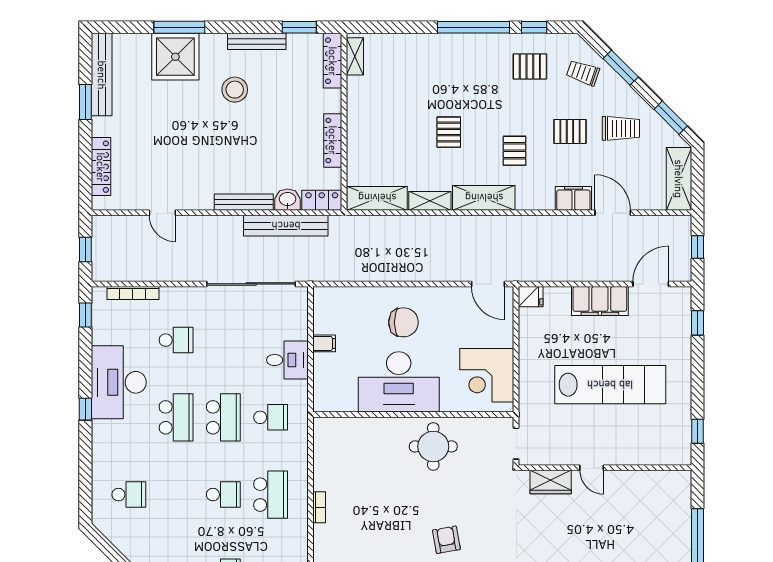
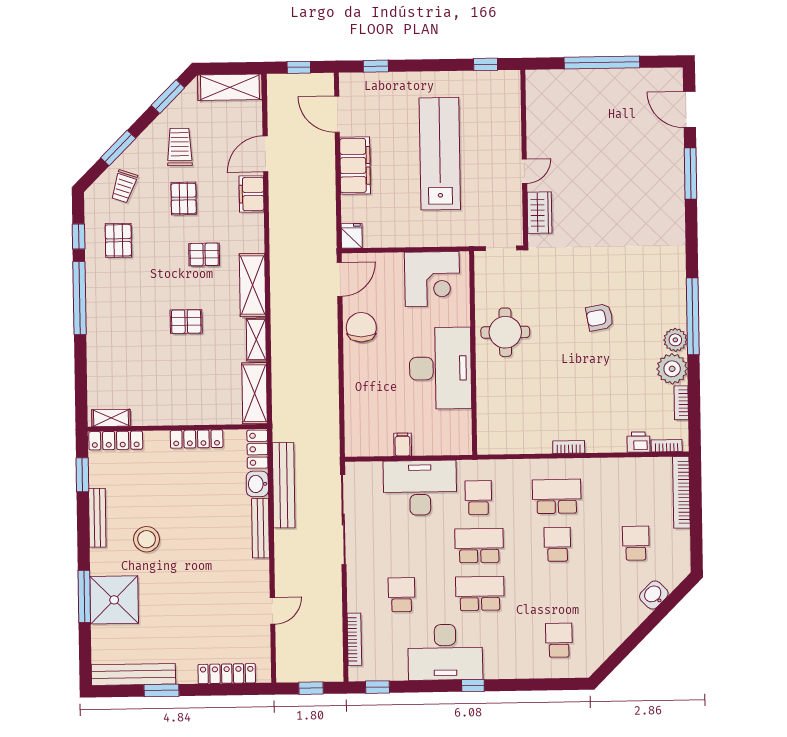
chair: (403, 322) -> (361, 327), moved
desk: (287, 360) -> (420, 488), width x1.87, depth x1.30

